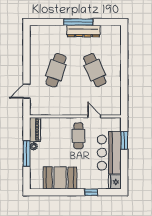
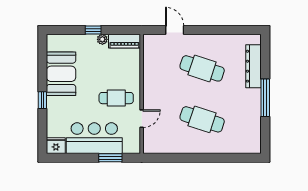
dresser: (83, 31) -> (253, 66), moved
cafe table: (95, 70) -> (202, 119), turned 42
window: (27, 153) -> (93, 30), width x0.46
window: (91, 192) -> (42, 100), moved

